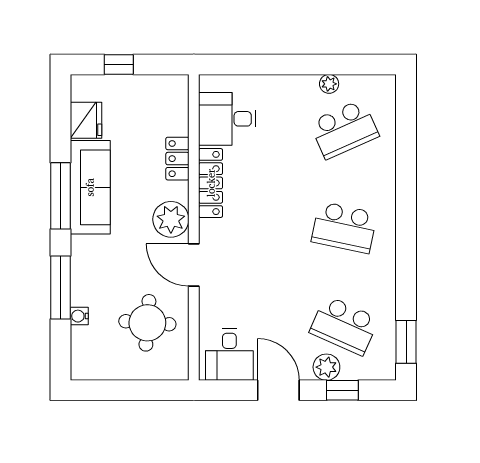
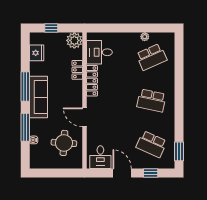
sofa: (90, 187) -> (39, 97), moved
plant: (171, 219) -> (74, 40), moved
plant: (326, 367) -> (144, 163), removed

